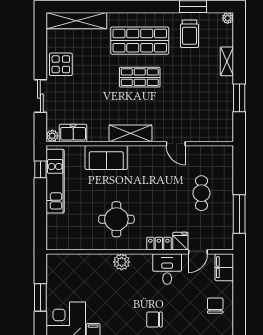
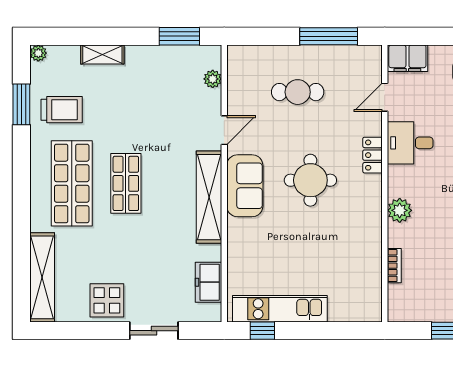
window: (239, 98) -> (179, 36), moved
shelving: (130, 133) -> (209, 197), width x1.47
plant: (52, 136) -> (213, 79), moved
sofa: (106, 157) -> (245, 186), moved
round table: (116, 219) -> (310, 180), moved
fridge: (180, 241) -> (369, 123), removed
door: (198, 252) -> (385, 97), swing flipped
bookcase: (84, 258) -> (394, 266), added

